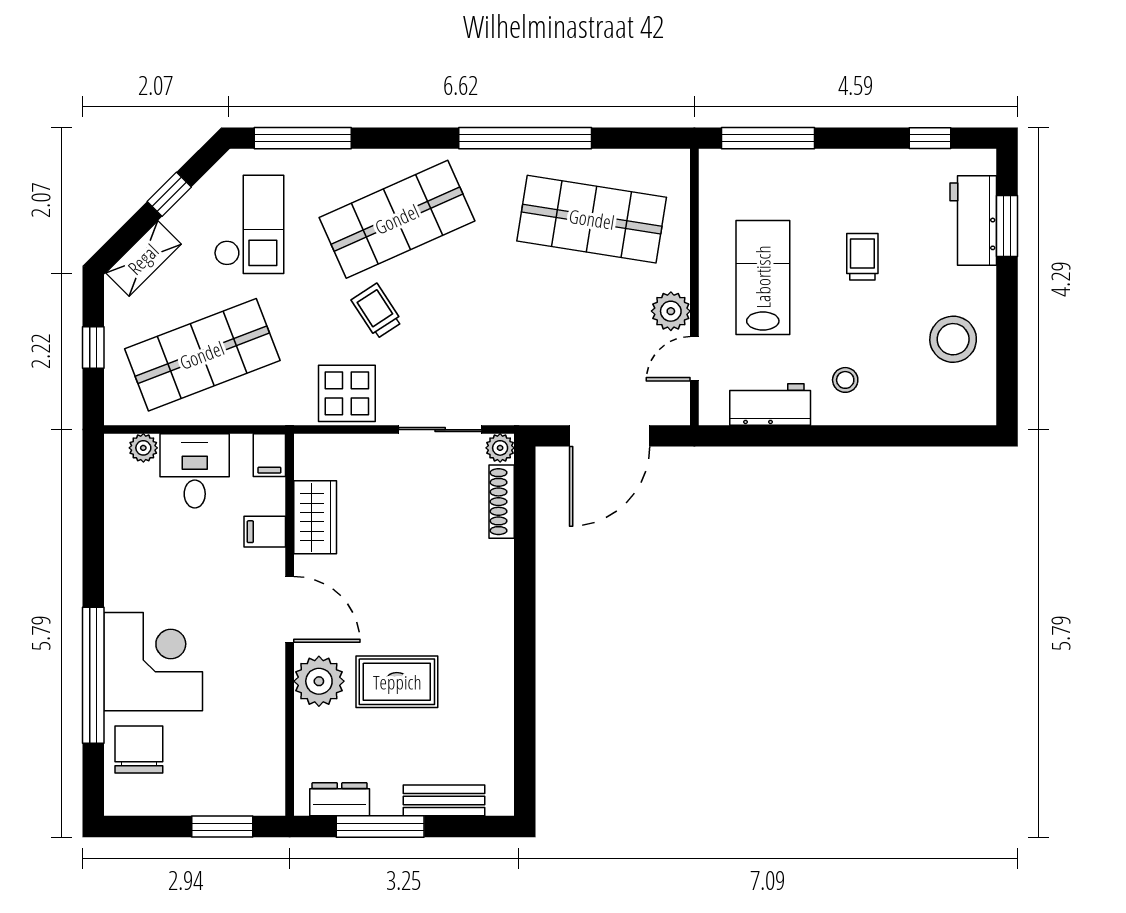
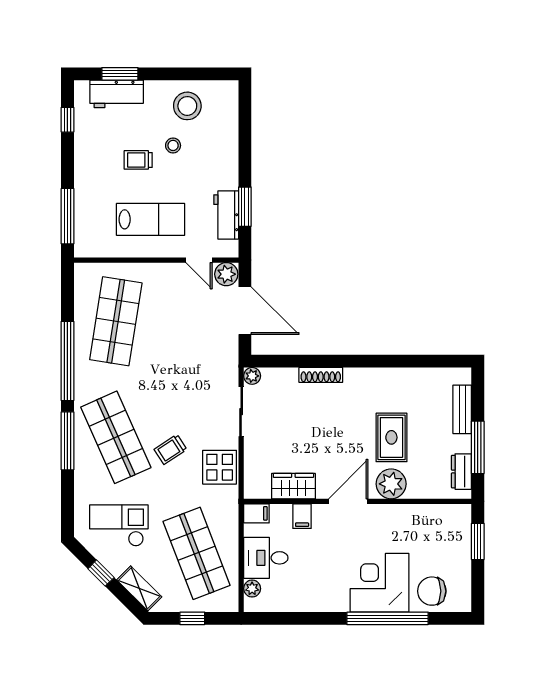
window: (303, 138) -> (67, 441), moved
lab bench: (763, 277) -> (151, 219), turned 180
plant: (671, 311) -> (226, 274), moved
stool: (845, 380) -> (173, 145), moved
window: (784, 436) -> (245, 207), added
shoe rack: (502, 502) -> (321, 375), moved

